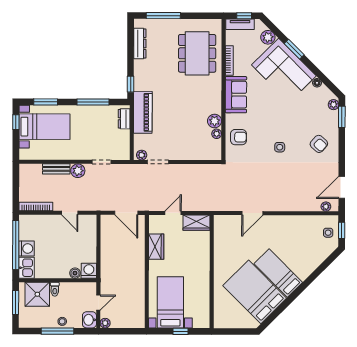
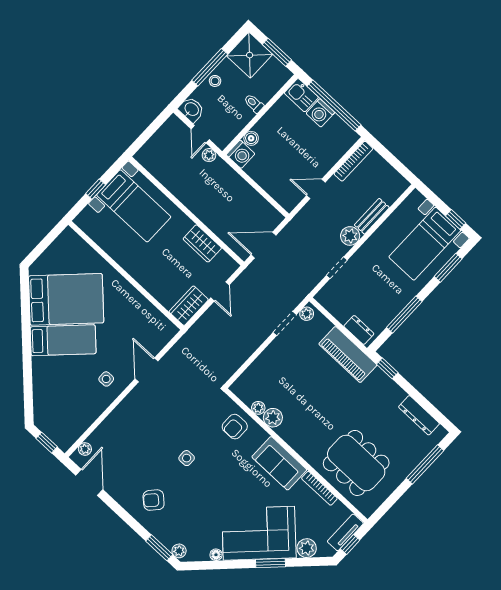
side table: (328, 233) -> (106, 379), moved
shower: (37, 294) -> (250, 55), moved
plant: (105, 323) -> (209, 155), moved

